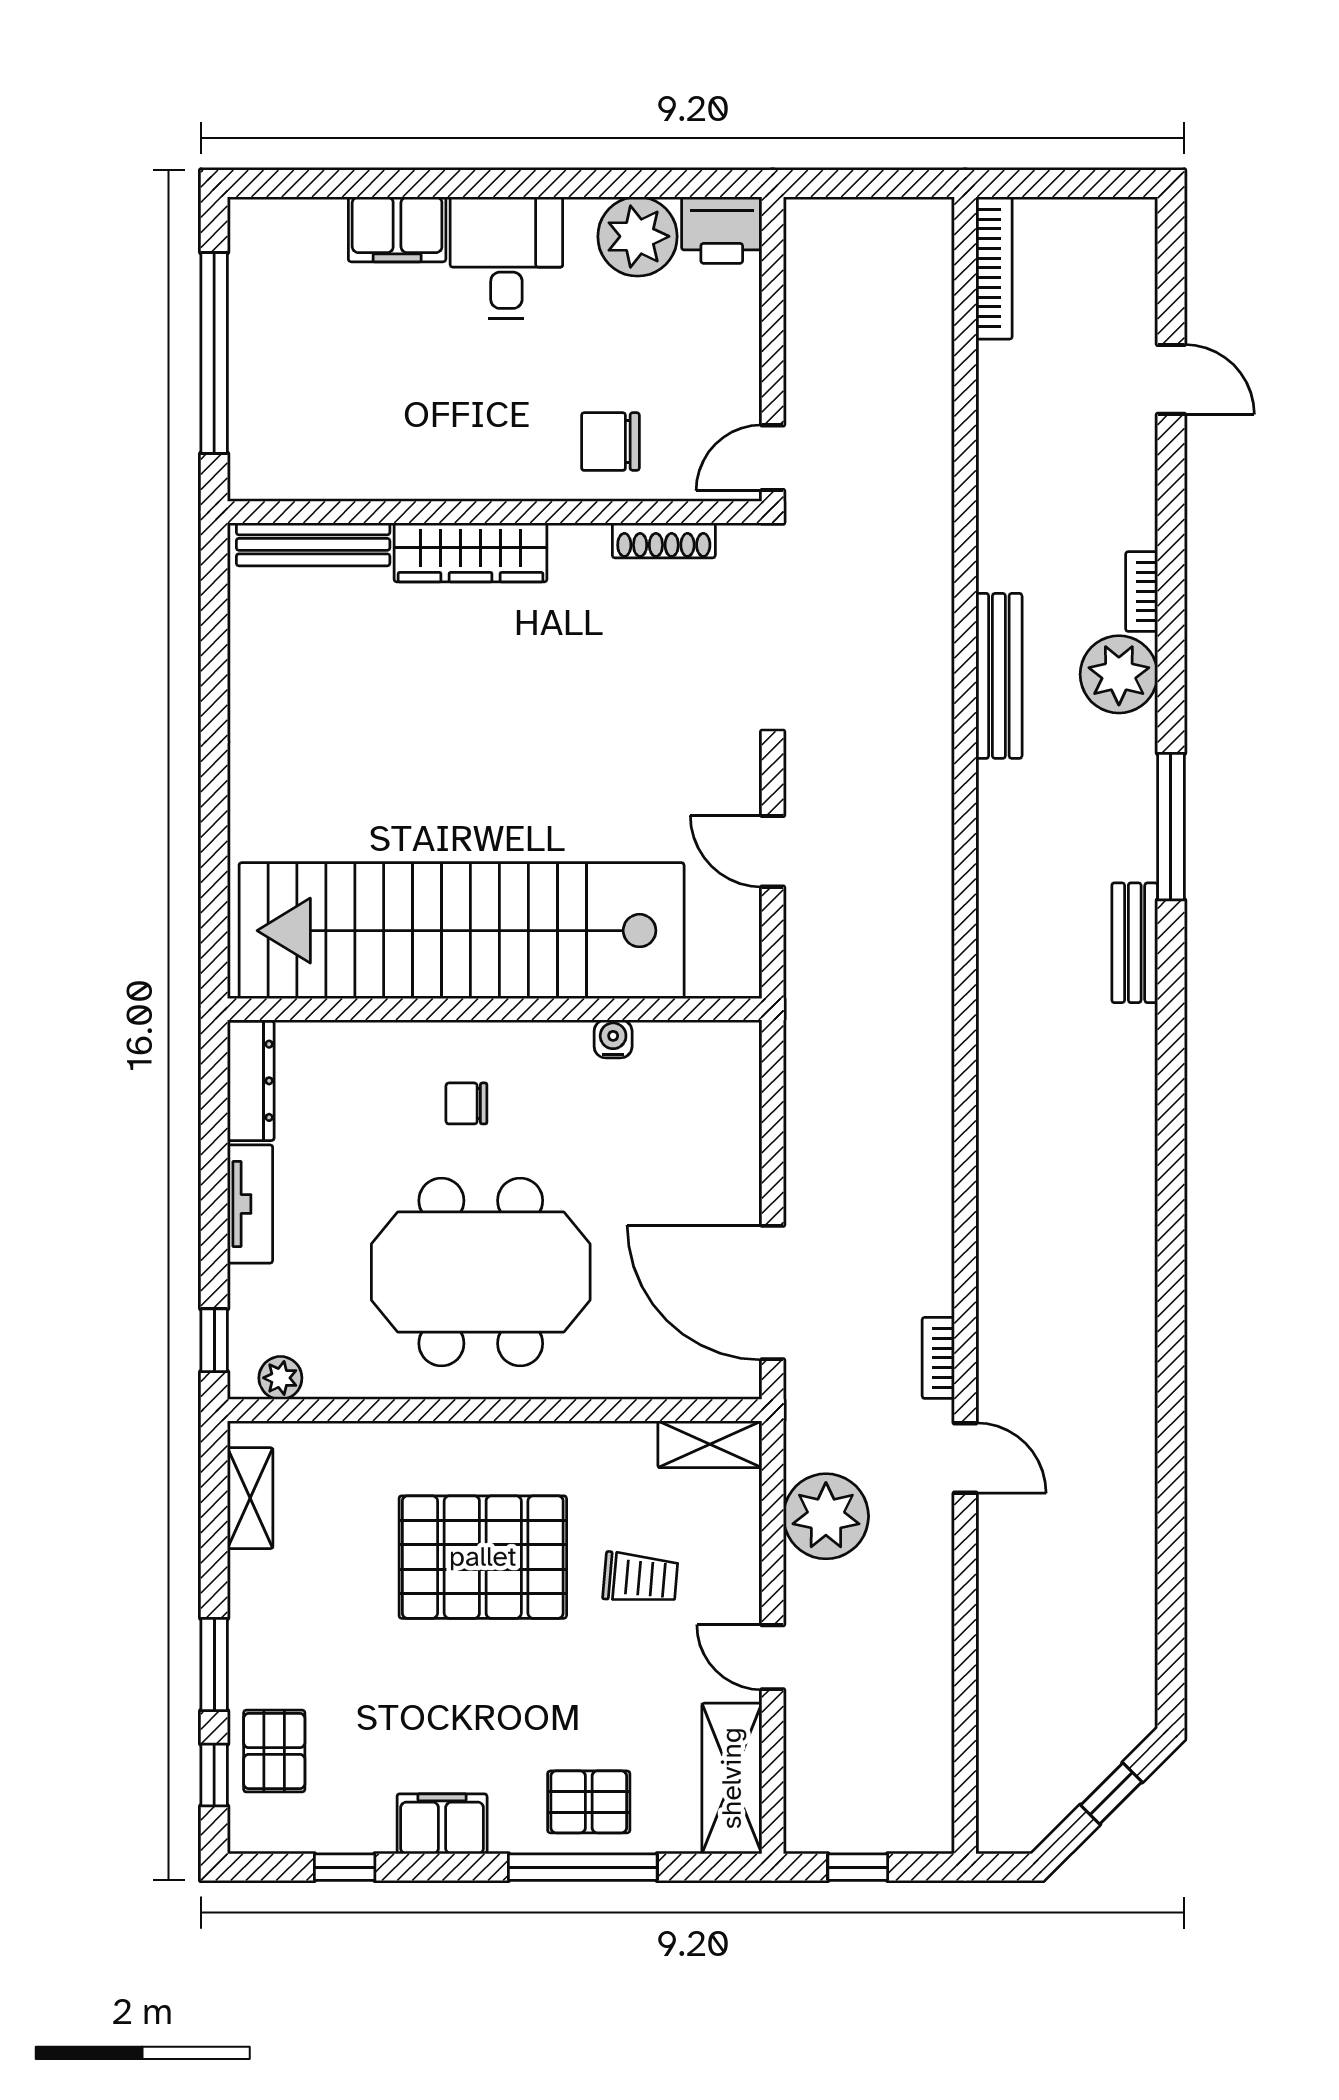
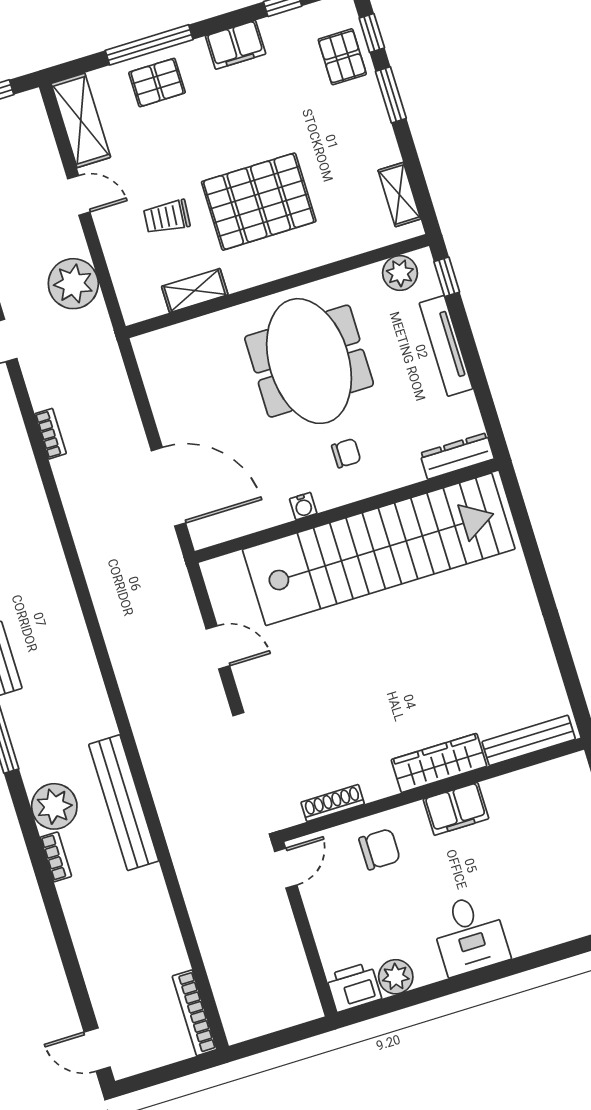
filing cabinet: (397, 229) -> (456, 809), moved, turned 180
plant: (638, 236) -> (396, 977), width x0.73, depth x0.73
door: (1171, 379) -> (97, 1050), moved
bench: (999, 676) -> (124, 803), width x1.37, depth x1.21
water cooler: (613, 1039) -> (303, 506), moved
dresser: (251, 1081) -> (457, 456), moved, turned 90
tv unit: (250, 1204) -> (446, 346), width x1.41
meeting table: (481, 1272) -> (309, 361), turned 90
door: (773, 1292) -> (168, 487), moved
bookcase: (938, 1358) -> (51, 434), moved
plant: (280, 1378) -> (400, 273), width x1.38, depth x1.38
shelving: (710, 1444) -> (195, 291), moved

